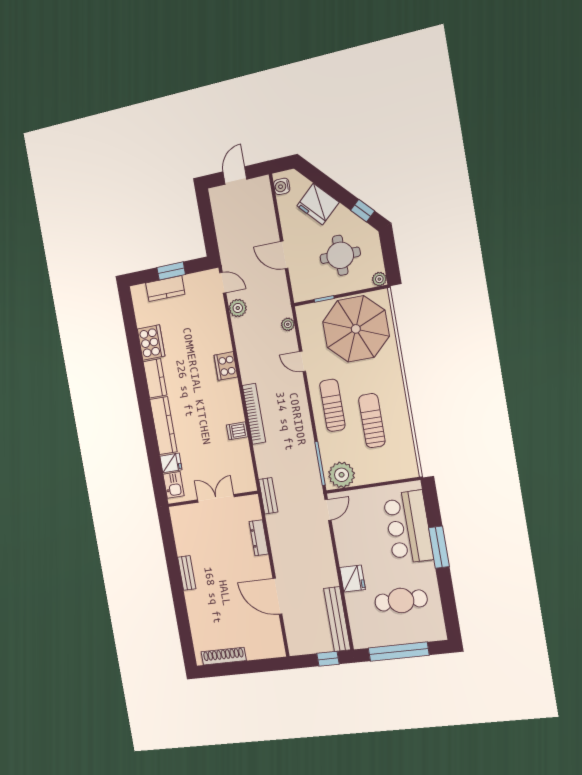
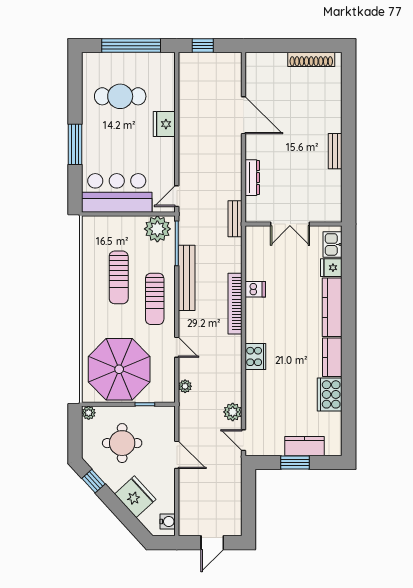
bar counter: (408, 527) -> (117, 193), moved, turned -90
bench: (337, 619) -> (187, 278), moved

